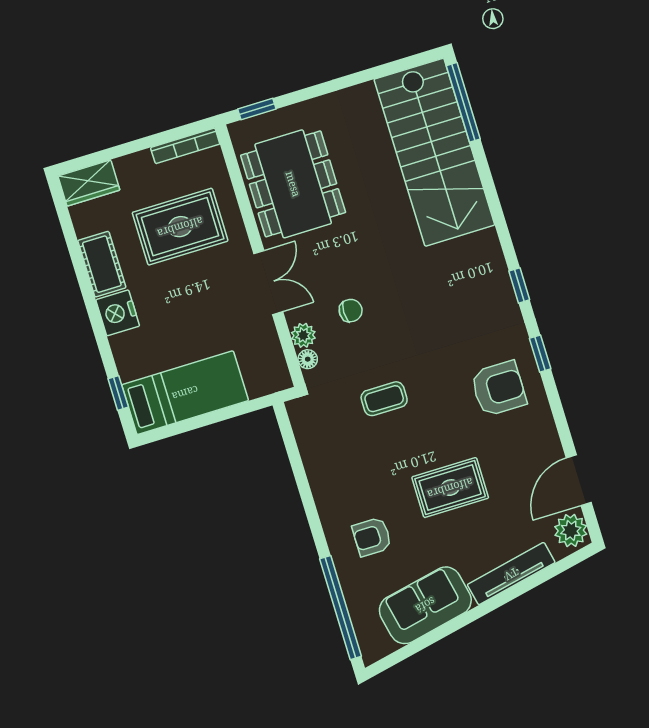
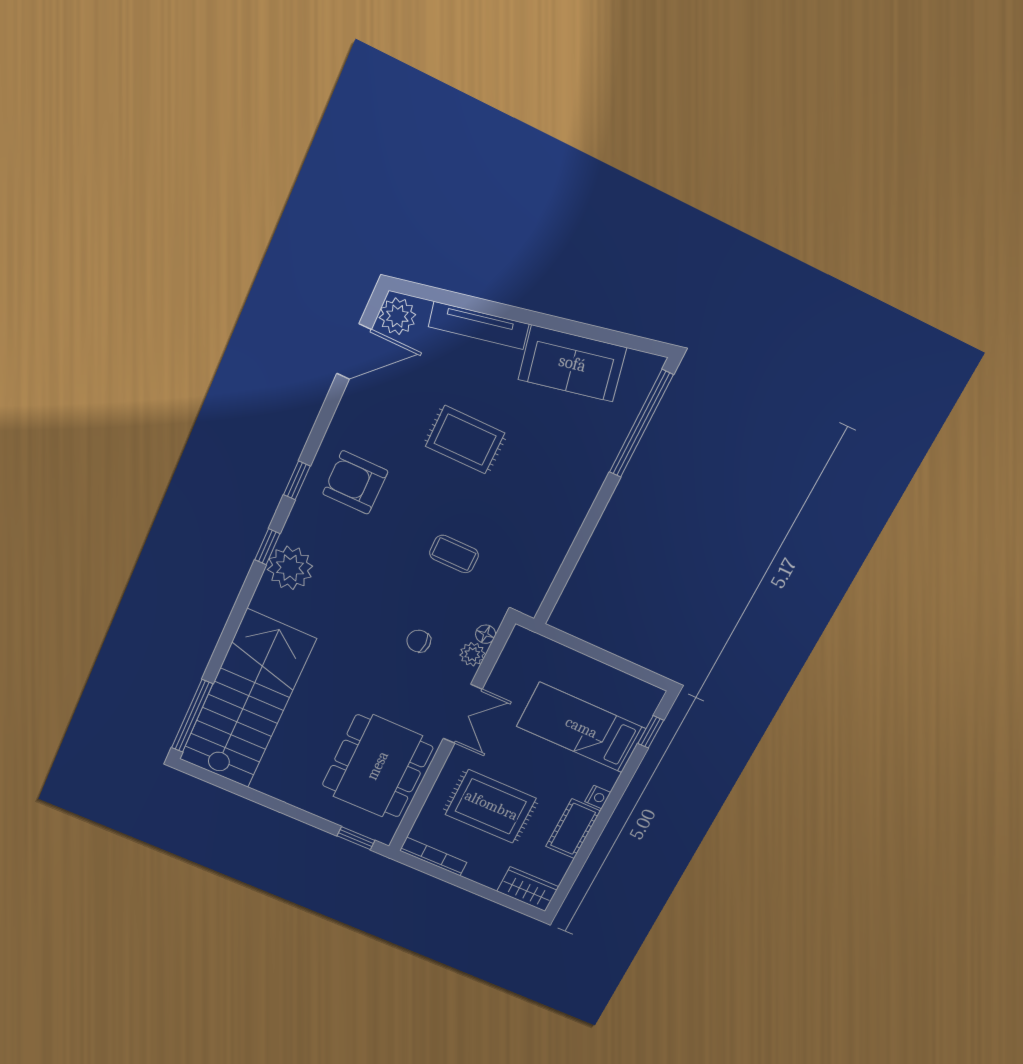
double door: (268, 283) -> (463, 714), swing flipped
plant: (490, 284) -> (290, 568), added
nightstand: (118, 313) -> (598, 797), width x0.53, depth x0.56
bed: (185, 393) -> (581, 728), moved
armchair: (372, 537) -> (563, 457), removed

